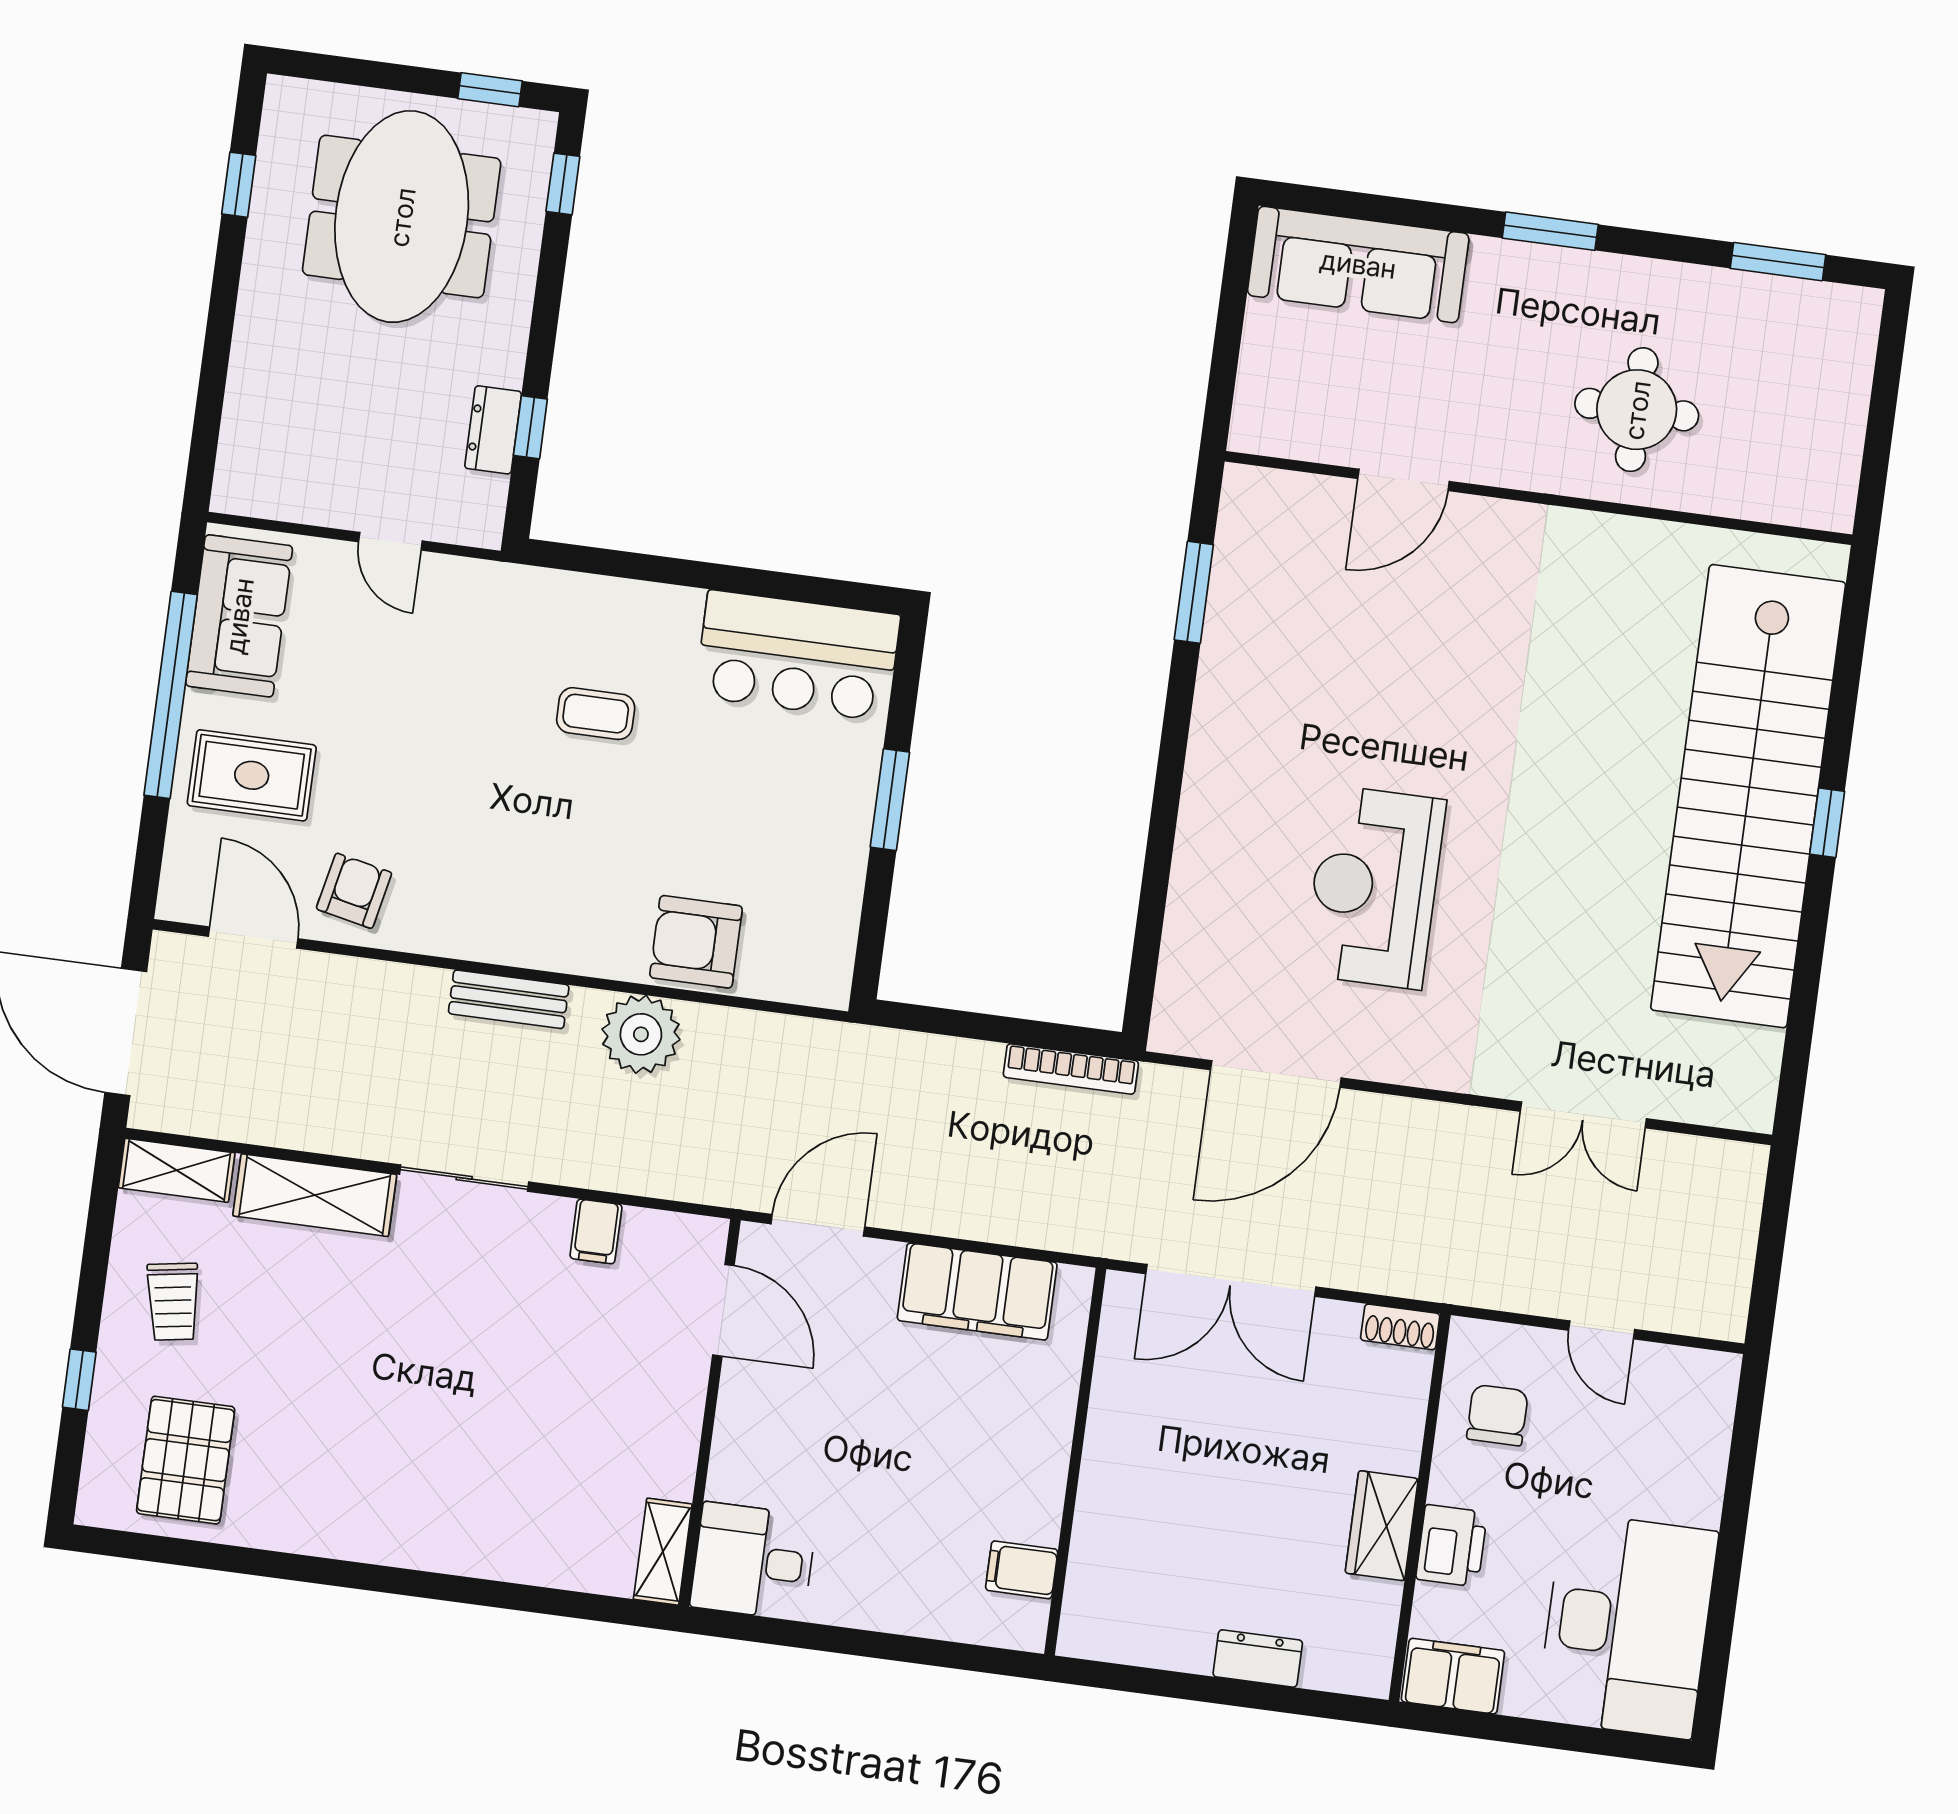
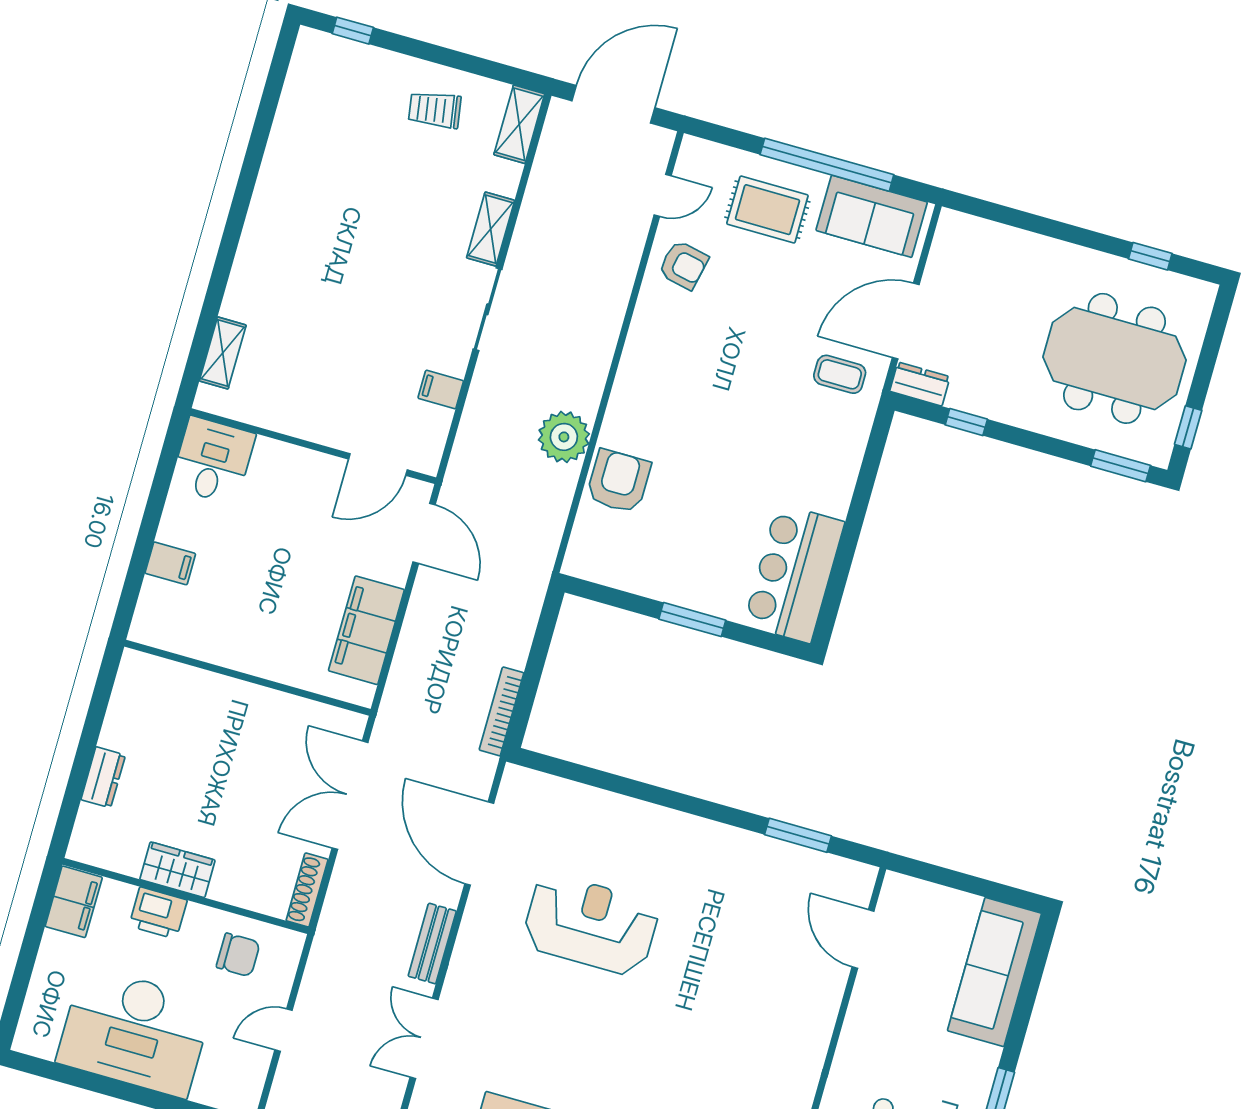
window: (563, 184) -> (1121, 466), width x1.50
dresser: (493, 430) -> (920, 384), moved
door: (1404, 480) -> (863, 939), moved
door: (390, 541) -> (906, 321), width x1.87
coffee table: (596, 714) -> (840, 374), moved, turned 90
rug: (252, 775) -> (767, 210), turned 90
door: (253, 937) -> (663, 195), width x0.73
bench: (509, 999) -> (432, 944), moved
shelving: (315, 1195) -> (491, 229), width x0.67, depth x0.75
shoe rack: (1400, 1327) -> (307, 890), width x1.43
window: (79, 1380) -> (353, 31), moved
pallet: (186, 1460) -> (331, 103), removed
shelving: (663, 1552) -> (223, 353), moved, turned 90
filing cabinet: (1022, 1570) -> (170, 563), moved, turned 90
desk: (1627, 1626) -> (135, 1032), moved

